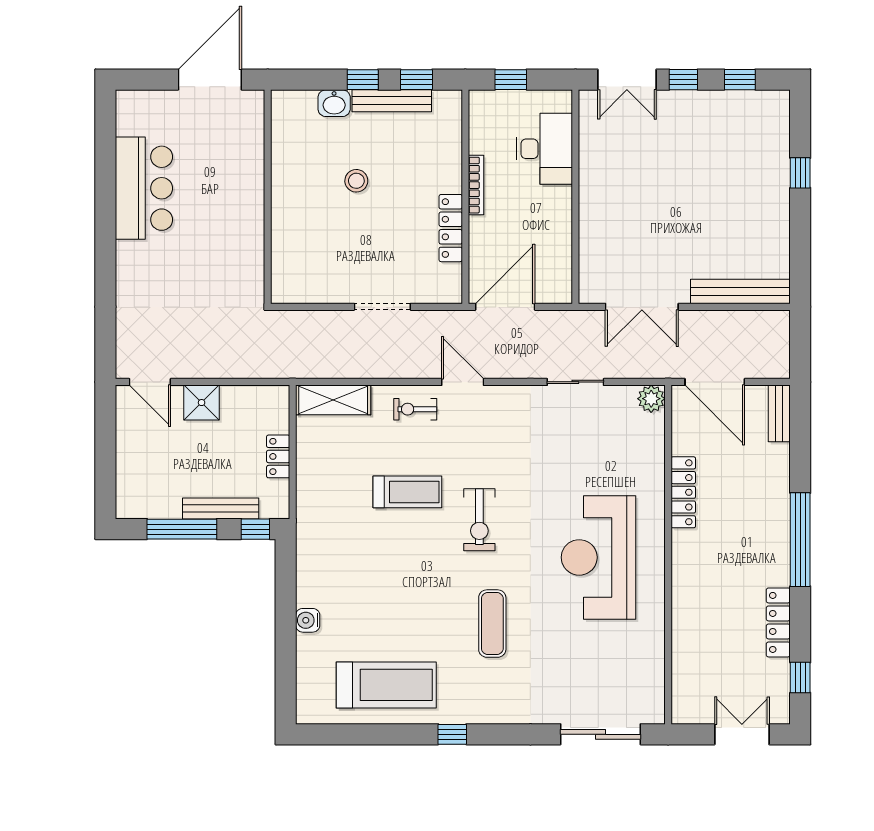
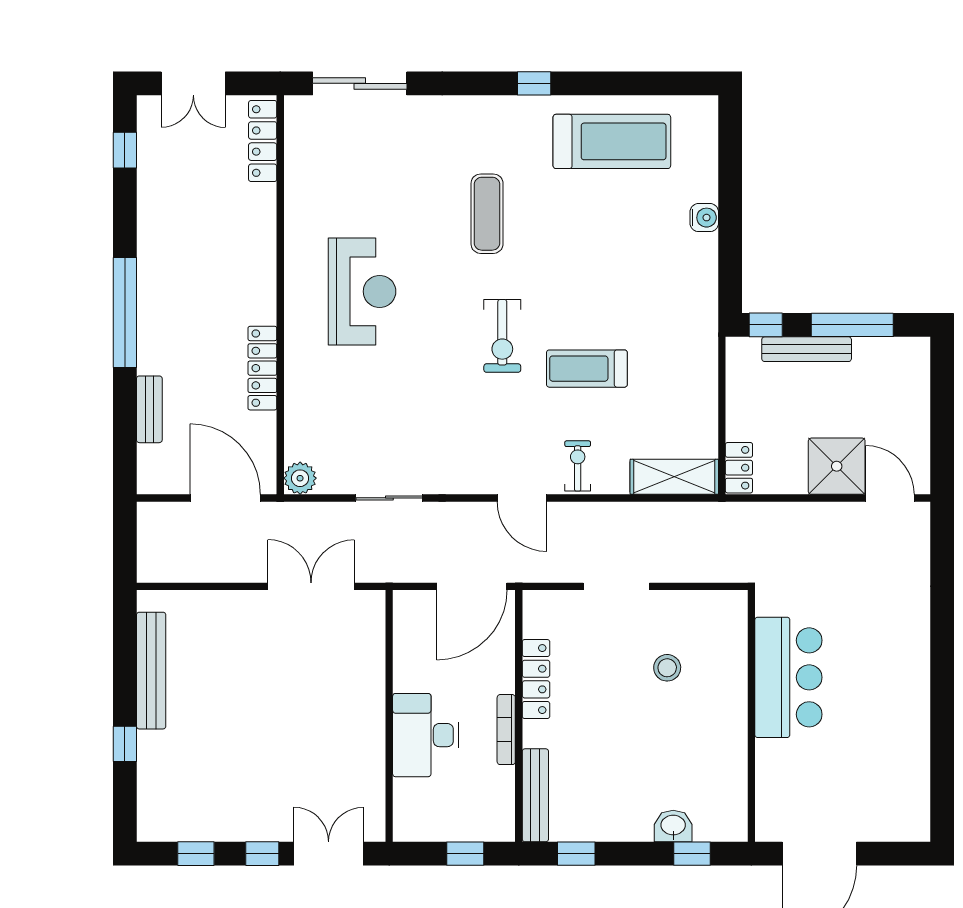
window: (363, 80) -> (692, 854), moved
bench: (392, 101) -> (535, 795), moved, turned 90
desk: (545, 149) -> (426, 735), moved
stool: (356, 181) -> (667, 668), moved
bar counter: (144, 188) -> (788, 677), moved, turned 180
bench: (740, 291) -> (151, 671), moved, turned 90
shower: (202, 403) -> (837, 466), width x1.36, depth x1.36
exercise bike: (415, 409) -> (578, 466), turned -90
bench: (779, 413) -> (149, 409), moved
locker: (278, 456) -> (739, 468), moved
exercise bike: (479, 520) -> (502, 336), turned 180
reception desk: (599, 557) -> (362, 291), width x0.74, depth x0.77
locker: (778, 622) -> (263, 141), moved, turned 180
treadmill: (386, 685) -> (612, 141), turned 180

